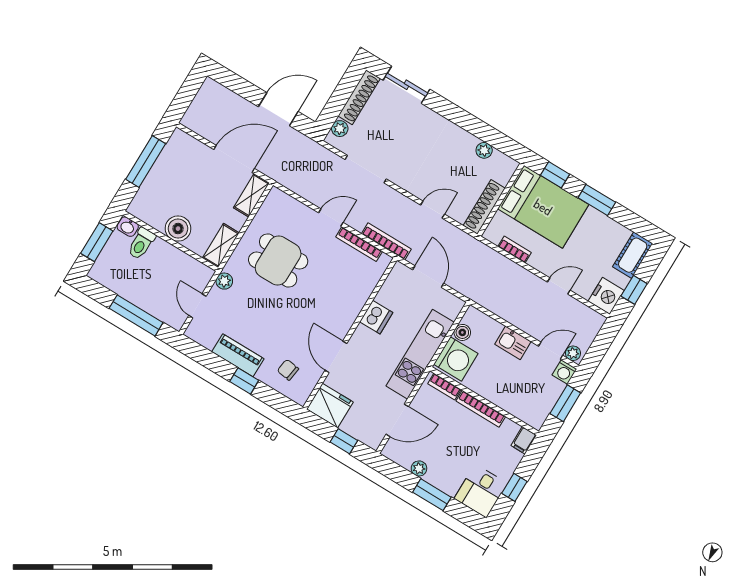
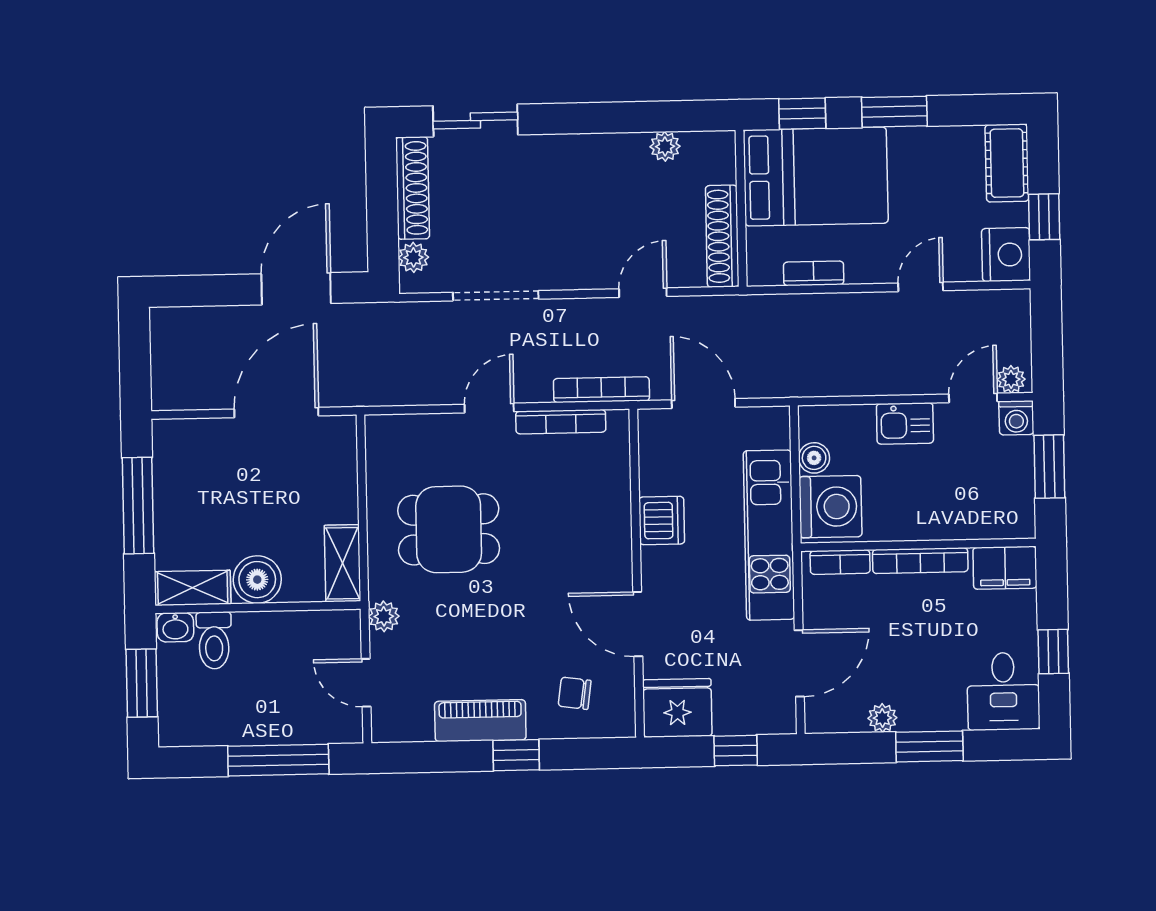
shelving: (251, 195) -> (193, 588), moved, turned 90
filing cabinet: (524, 440) -> (1005, 568), width x2.00

